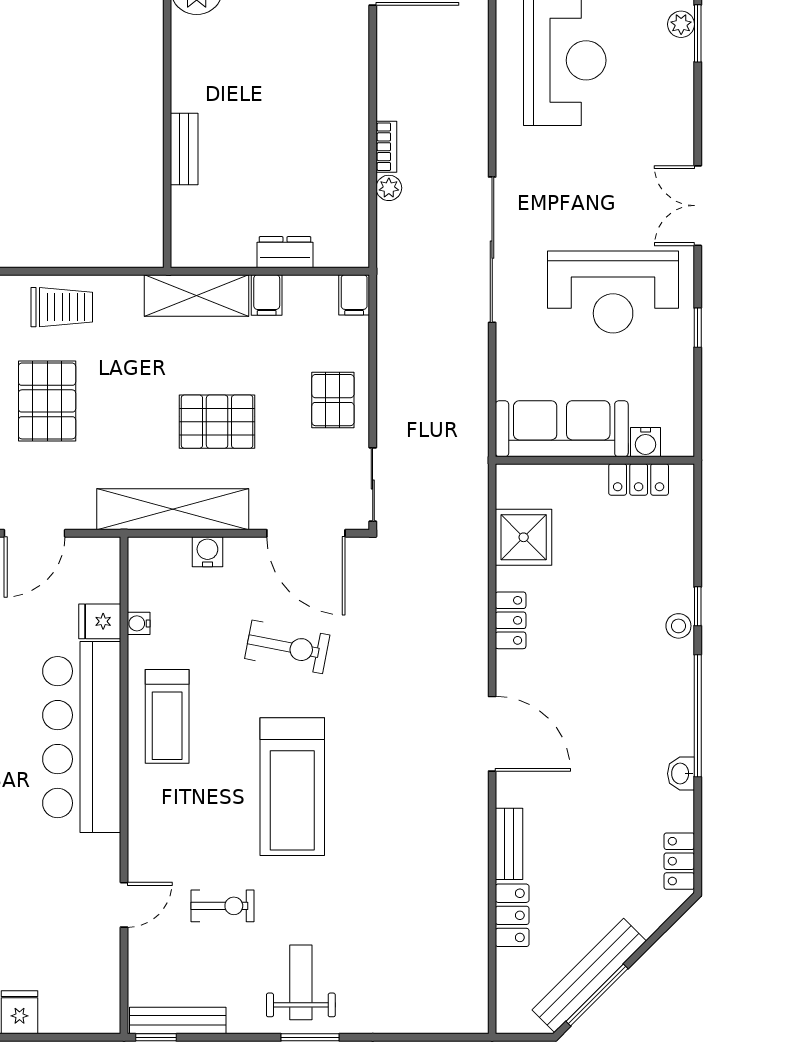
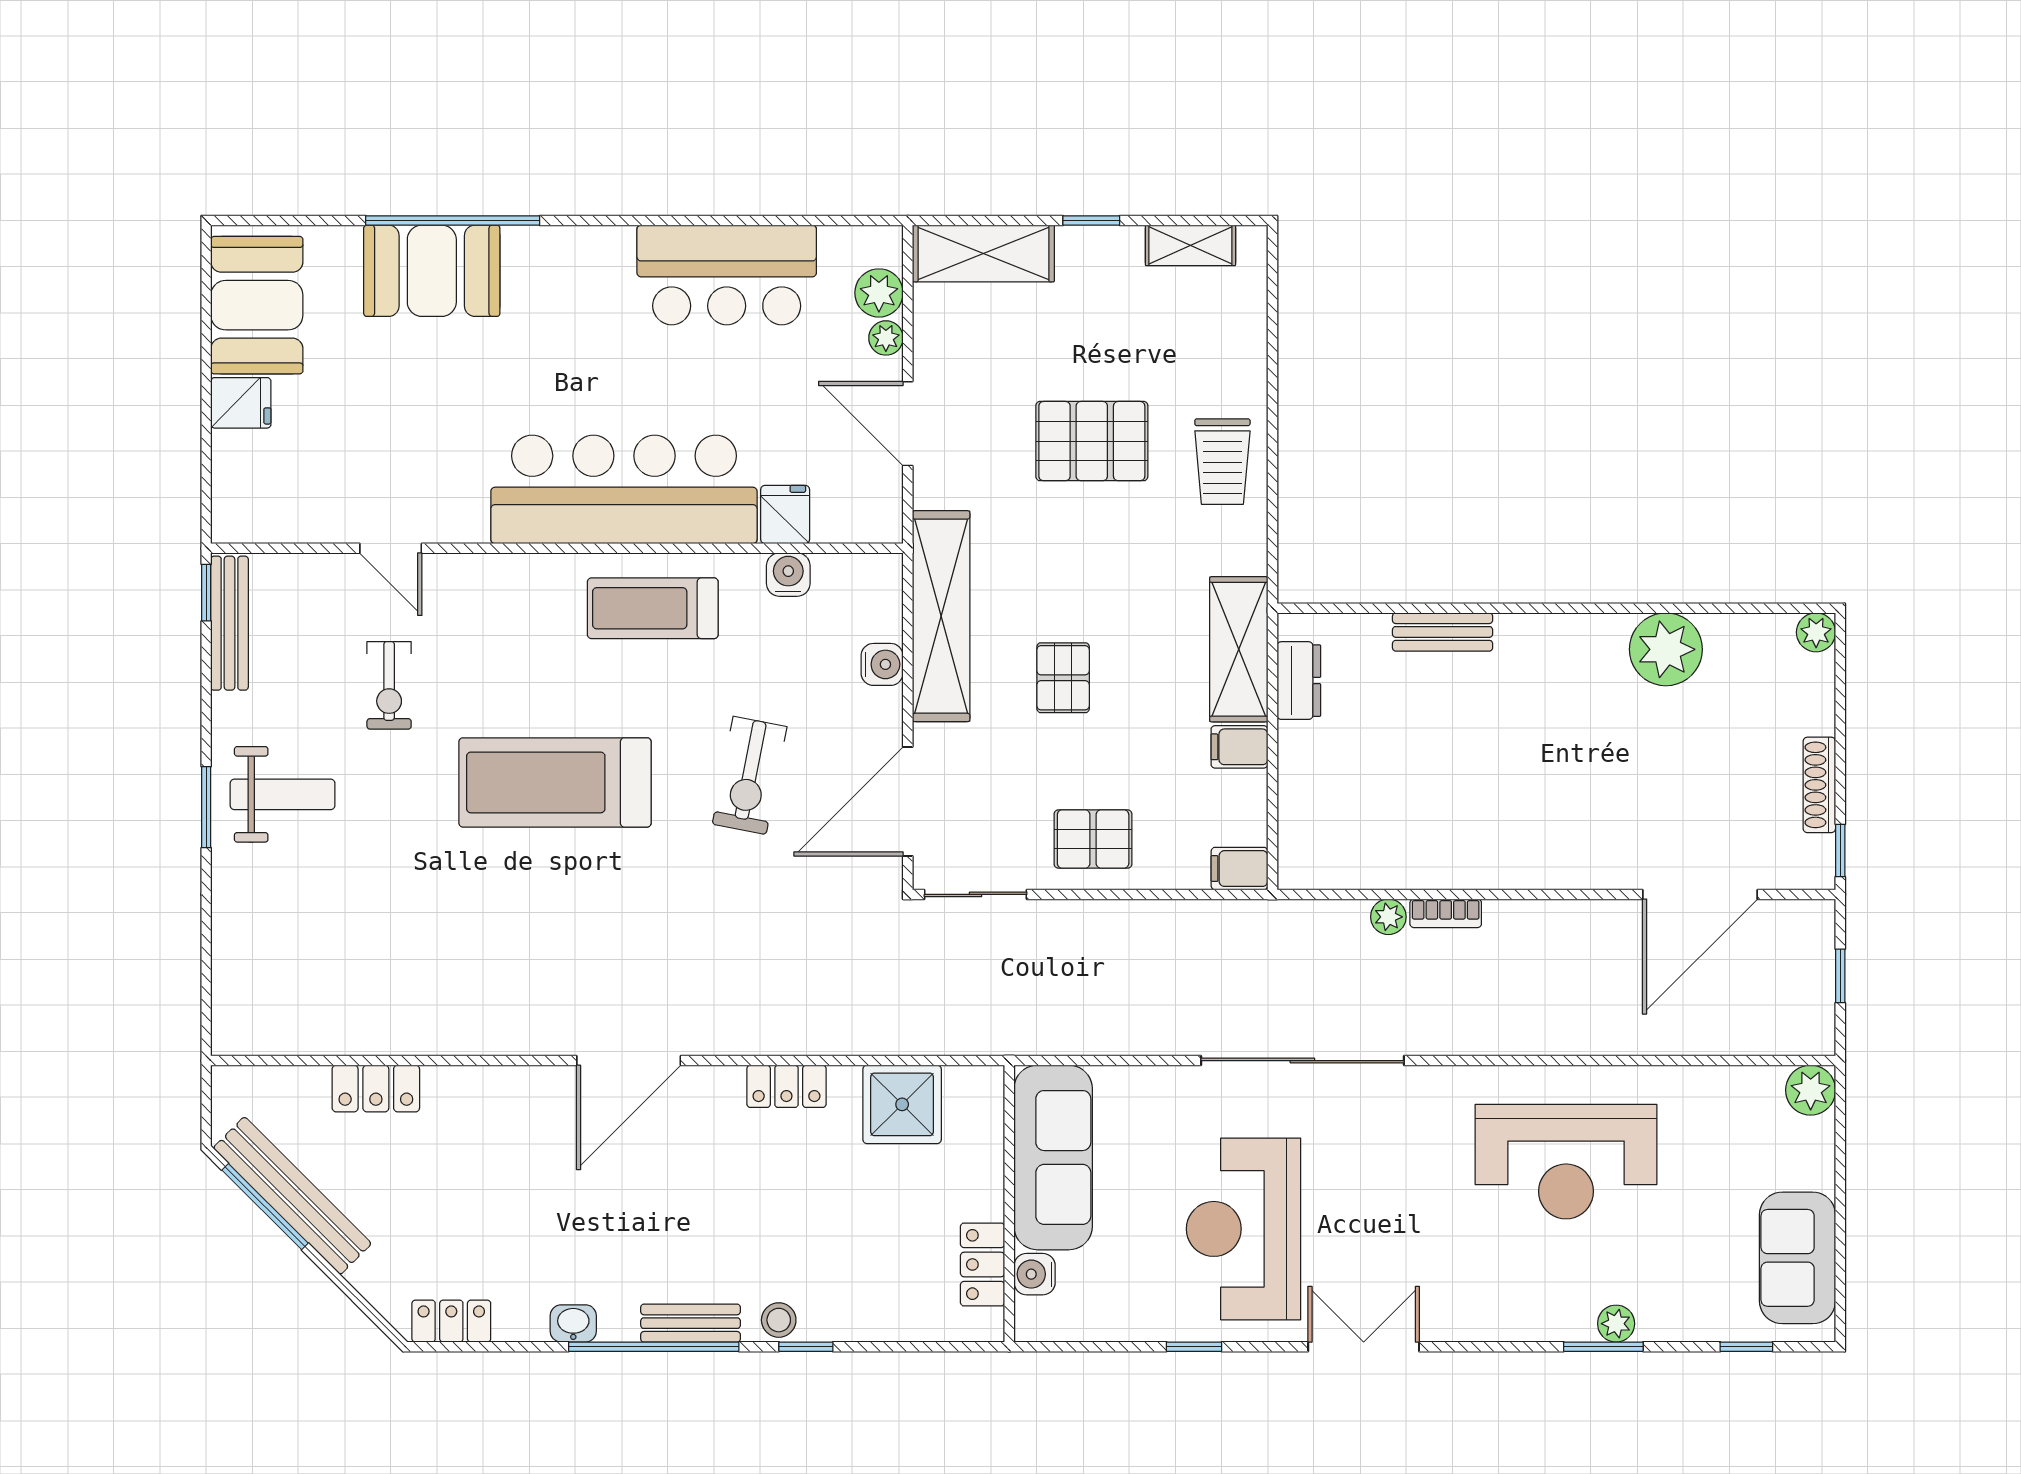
dresser: (285, 252) -> (1299, 681), moved
pallet: (217, 422) -> (1063, 678), width x0.67, depth x0.71
water cooler: (139, 623) -> (788, 575), width x1.38, depth x1.38
bench: (509, 844) -> (691, 1323), moved

